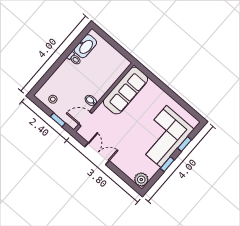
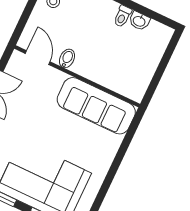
washbasin: (85, 46) -> (139, 21), width x0.52, depth x0.69
window: (58, 120) -> (25, 17), removed

